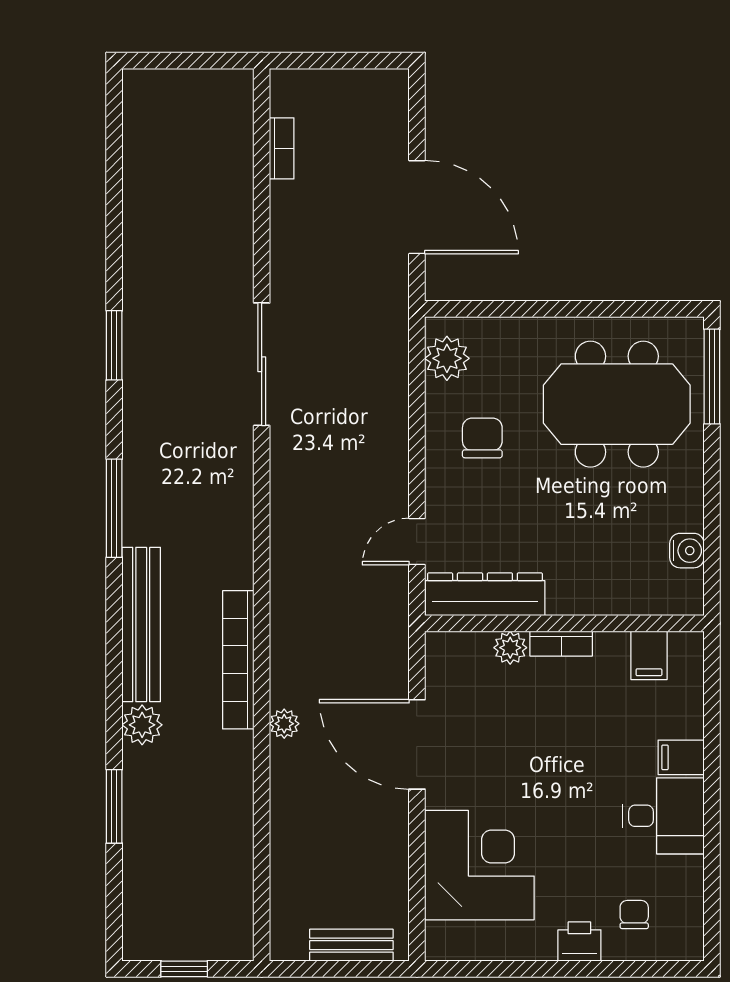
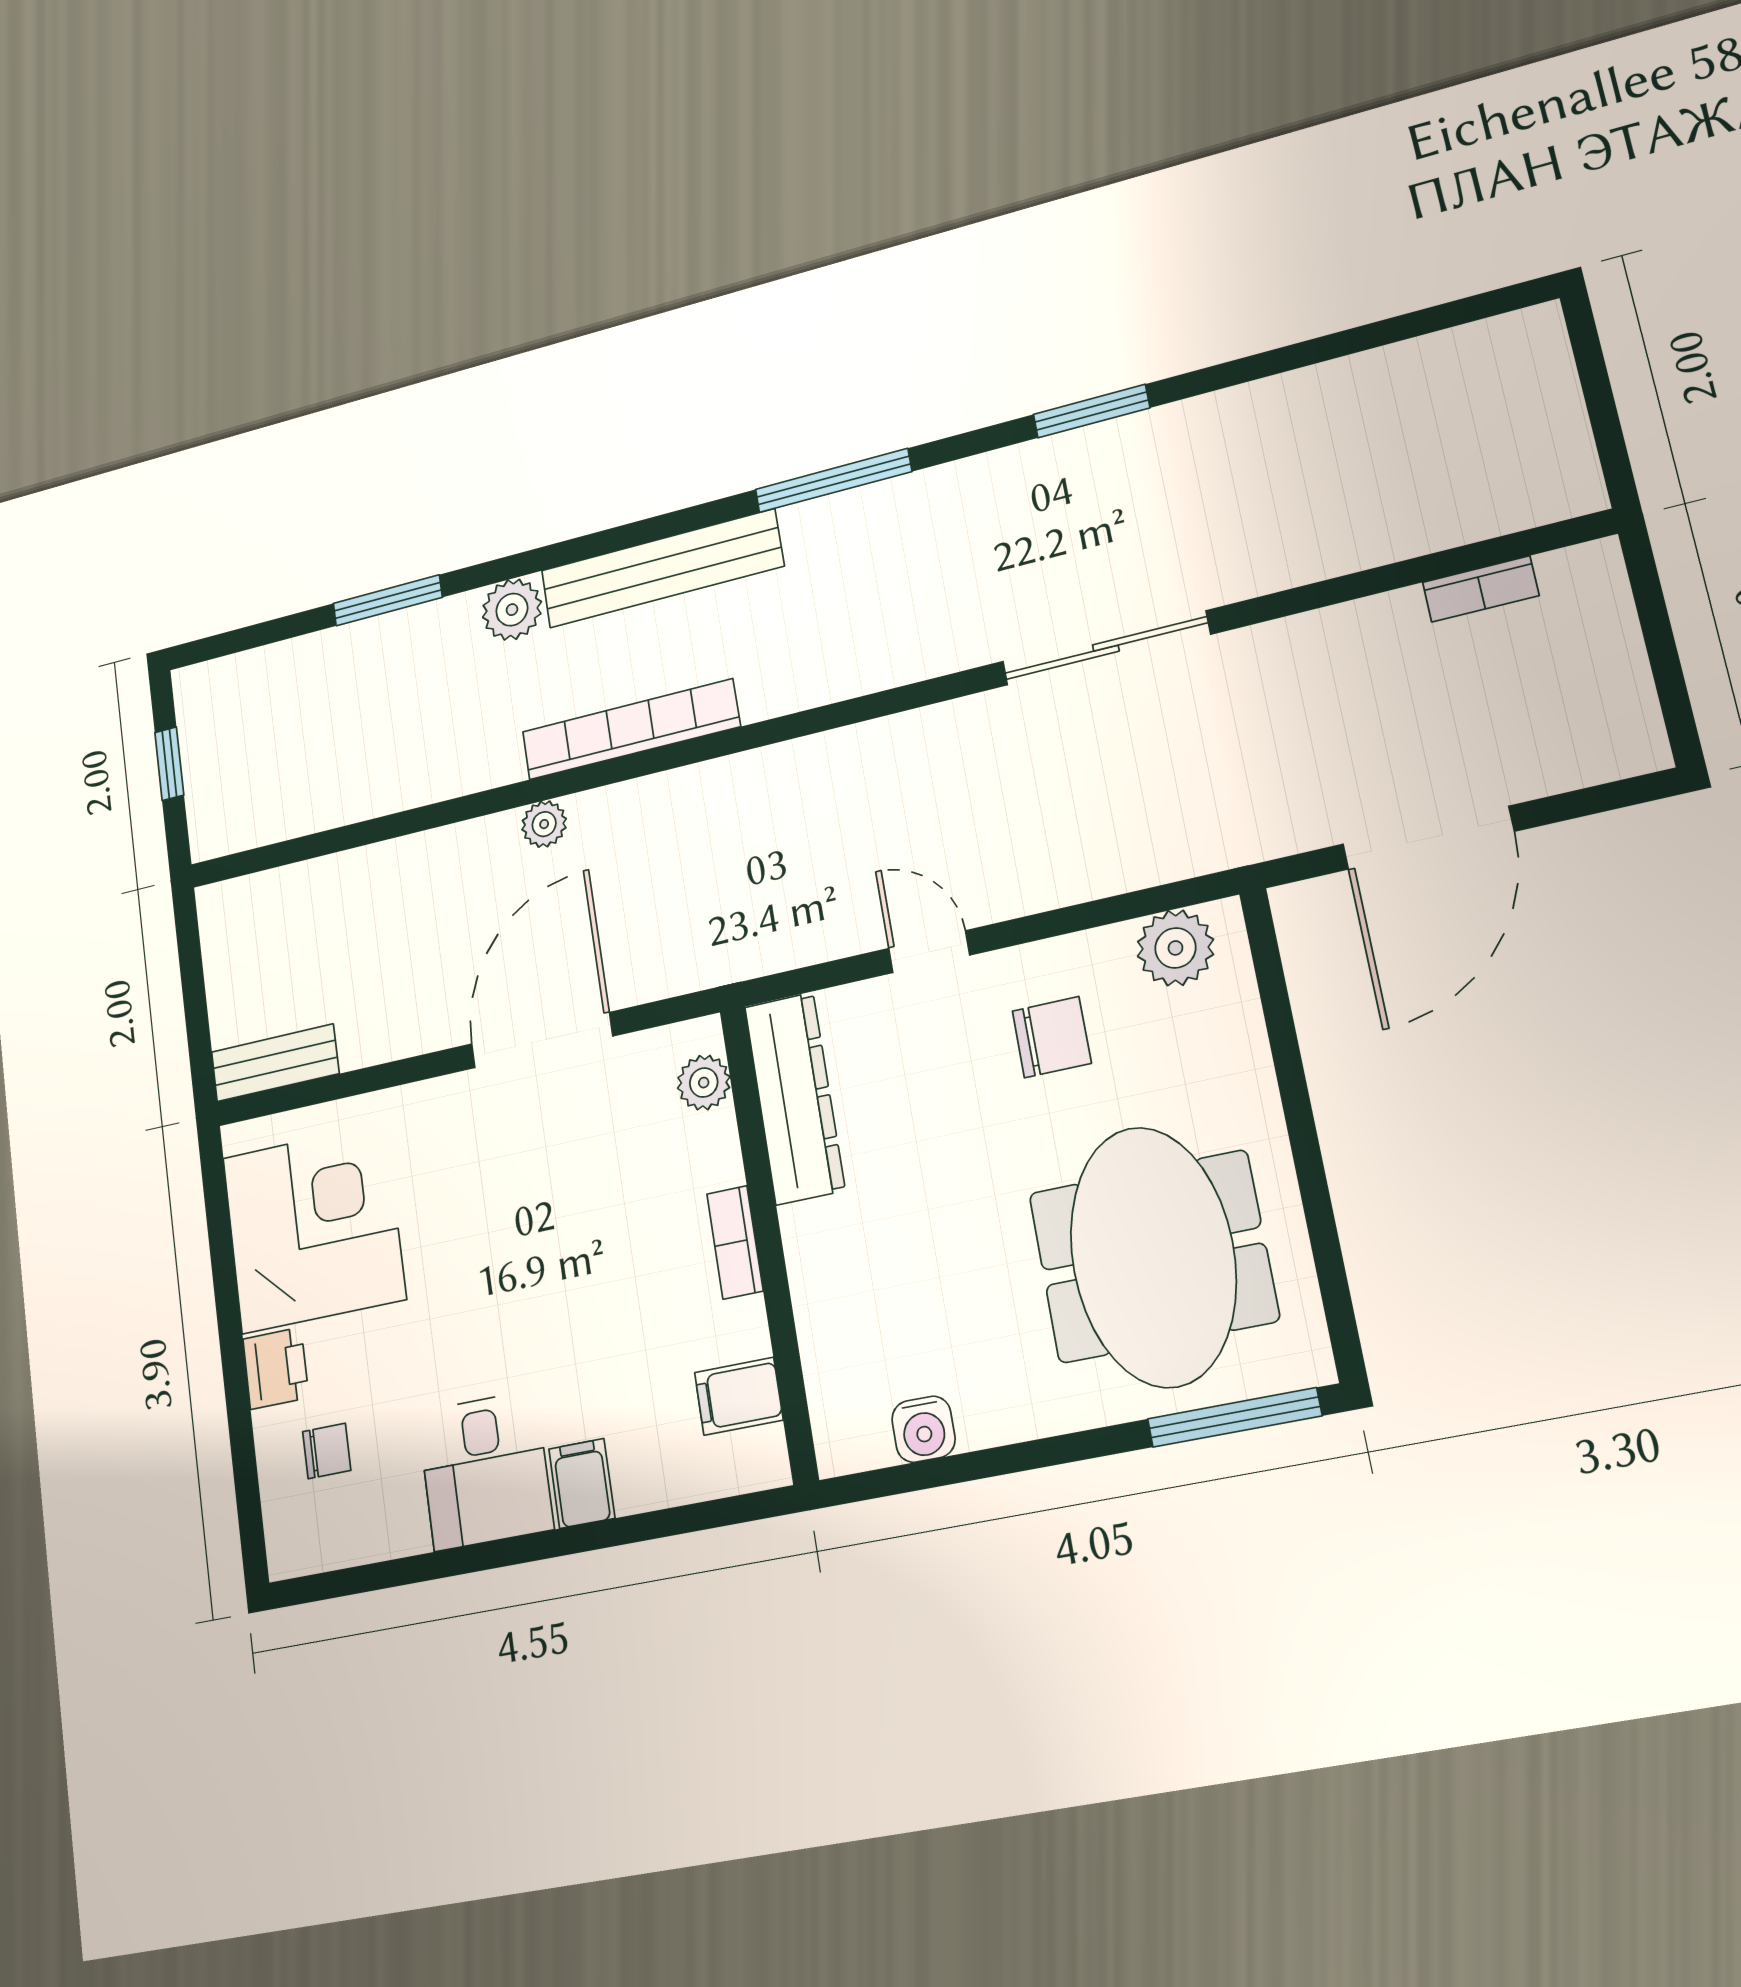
door: (417, 541) -> (929, 952), moved
plant: (510, 648) -> (704, 1083), moved
corner desk: (479, 865) -> (314, 1228), moved, turned -90
bench: (351, 945) -> (275, 1063), moved, turned 90

